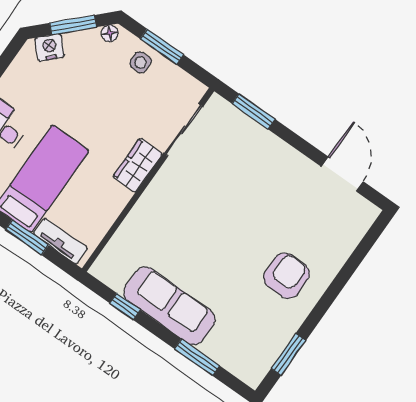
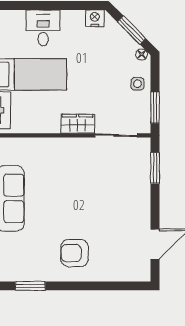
window: (162, 47) -> (155, 108), moved
nightstand: (50, 48) -> (95, 18), moved, turned -45
armchair: (286, 276) -> (75, 253), turned 180

